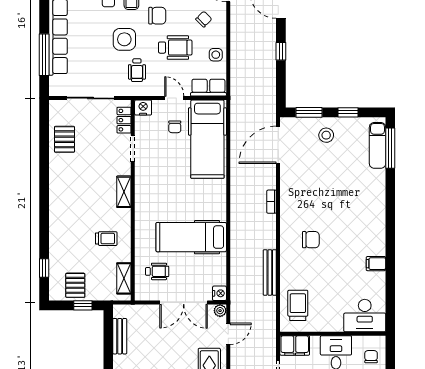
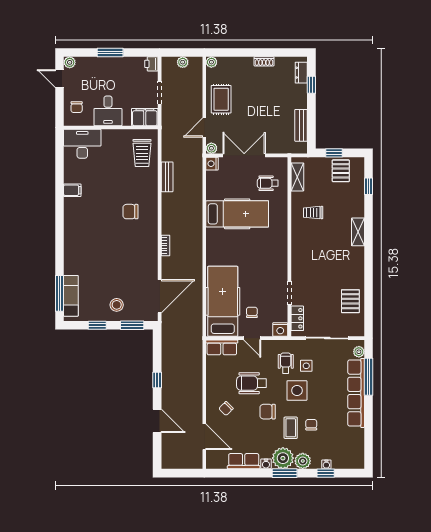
side table: (216, 55) -> (306, 366), moved
plant: (55, 83) -> (359, 352), added
shelving: (124, 192) -> (358, 232), moved
bench: (270, 272) -> (167, 177), width x0.73

